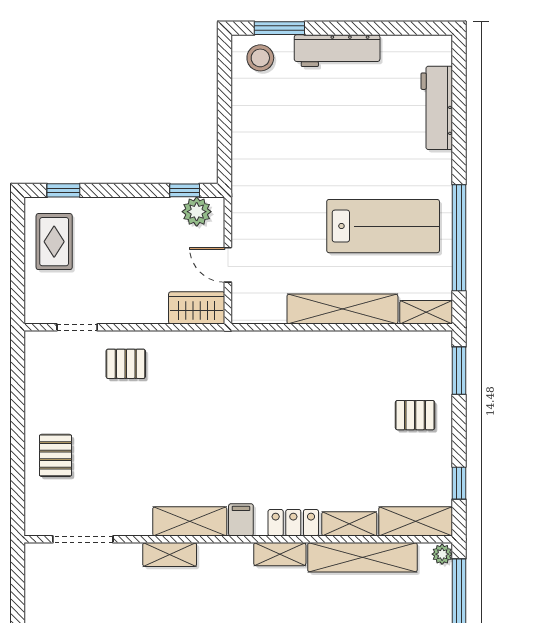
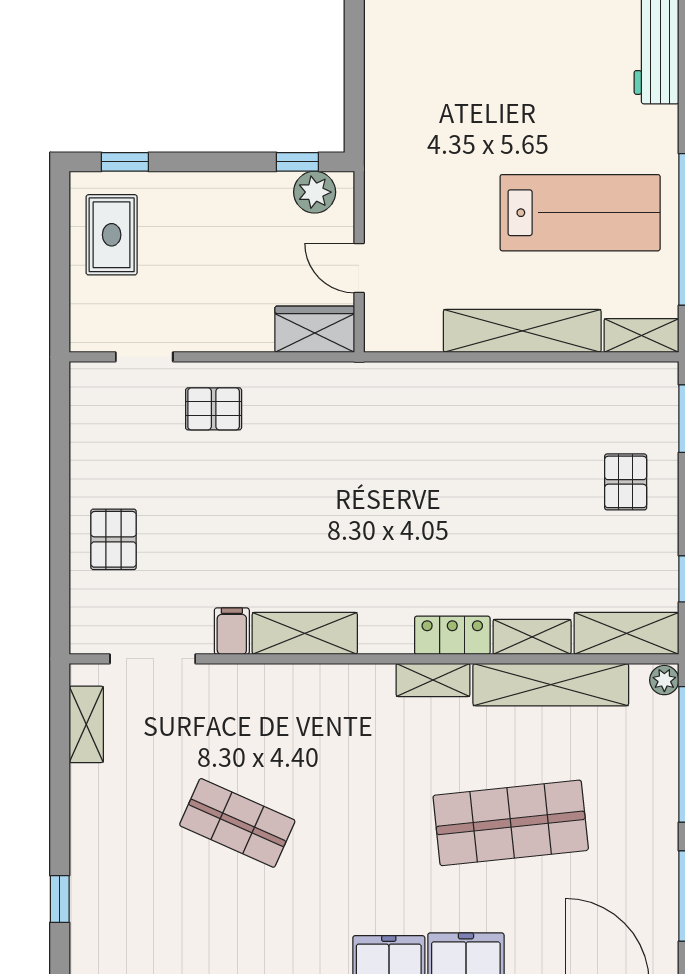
pallet: (415, 415) -> (626, 482), turned 90
filing cabinet: (241, 520) -> (232, 631), moved
shelving: (170, 555) -> (86, 724), moved, turned 90

